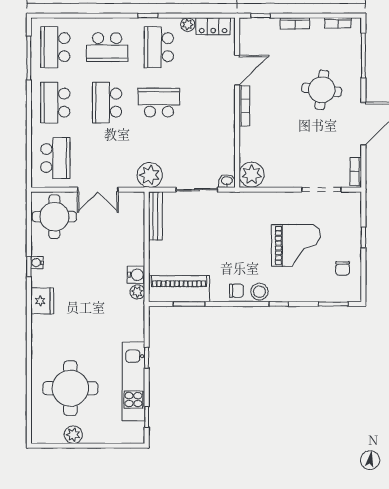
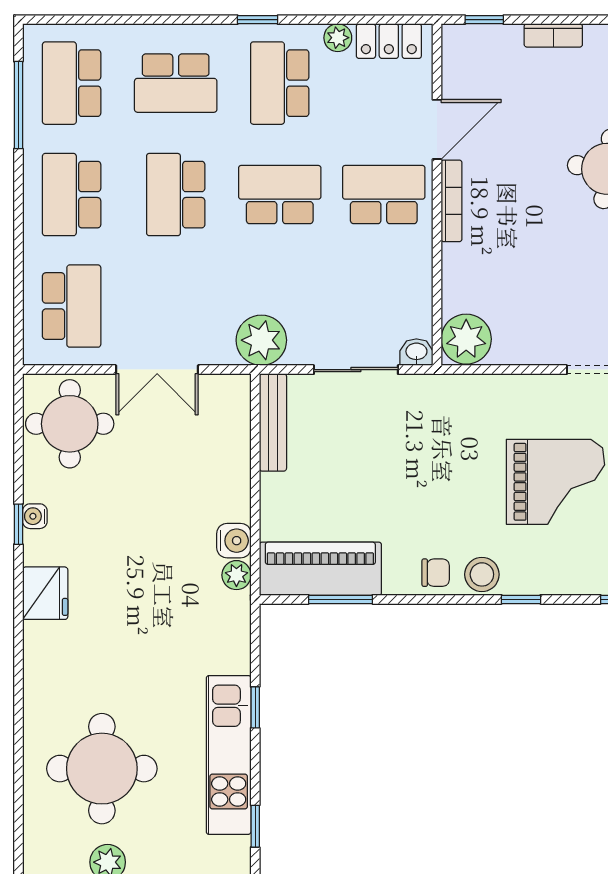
school desk: (211, 103) -> (384, 195), added

